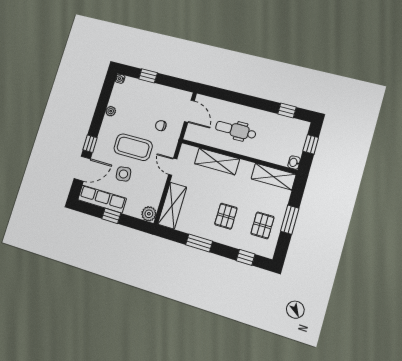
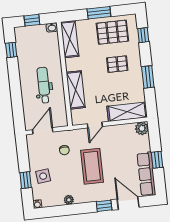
dental chair: (236, 130) -> (44, 85), turned 180
side table: (123, 174) -> (43, 176), moved
pallet: (262, 225) -> (112, 32), width x1.50, depth x1.42

